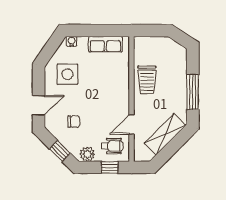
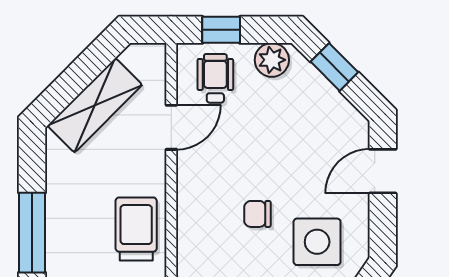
window: (193, 92) -> (32, 233), moved
chair: (74, 122) -> (257, 214), moved
wheelchair: (112, 146) -> (215, 78), turned 90

